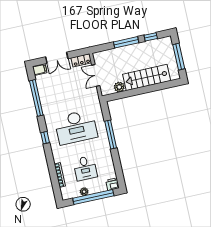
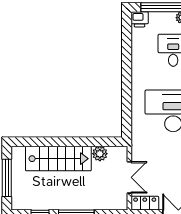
window: (111, 134) -> (127, 90), removed

